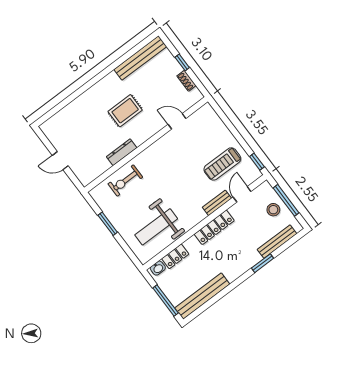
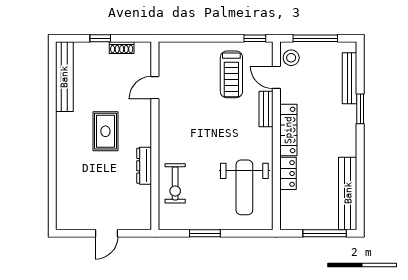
stool: (273, 210) -> (291, 58), moved
locker: (175, 256) -> (288, 173), moved
washbasin: (158, 268) -> (287, 217), removed

